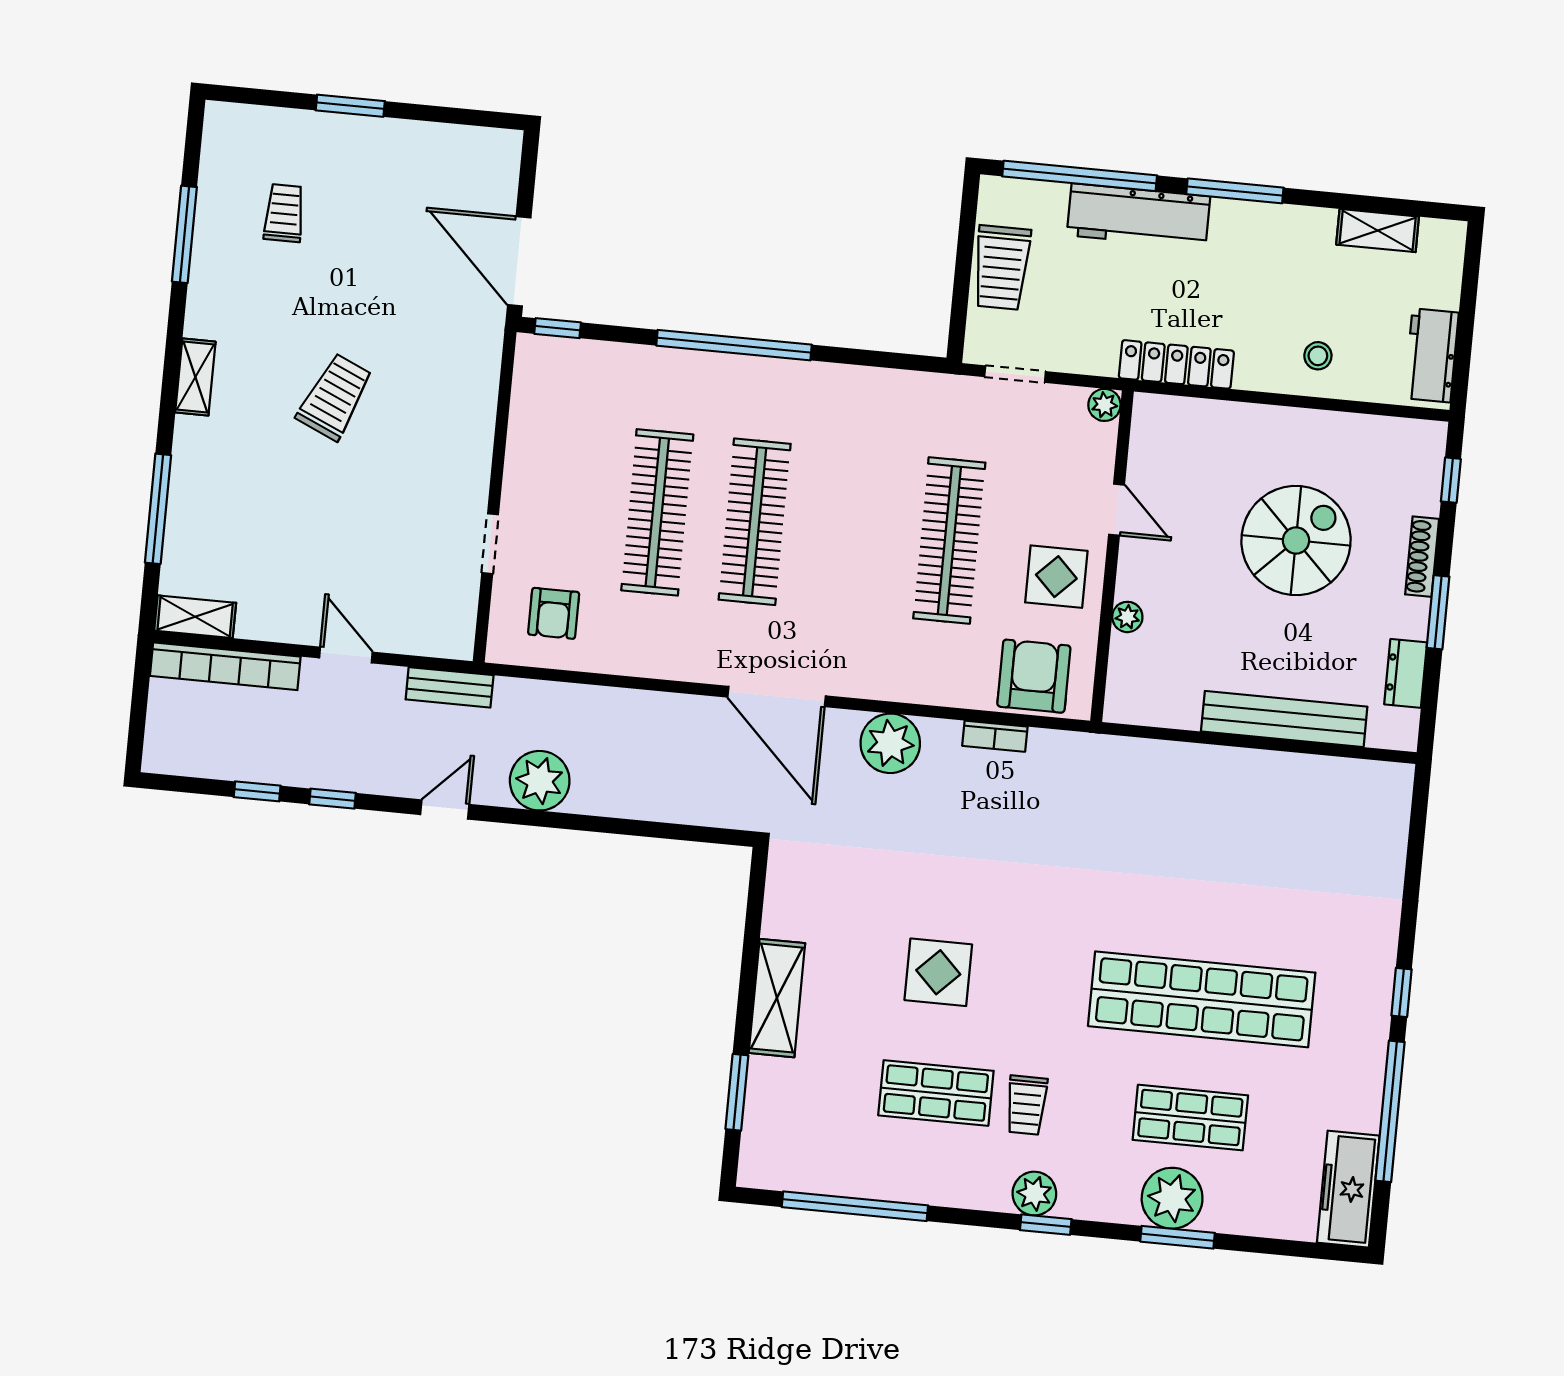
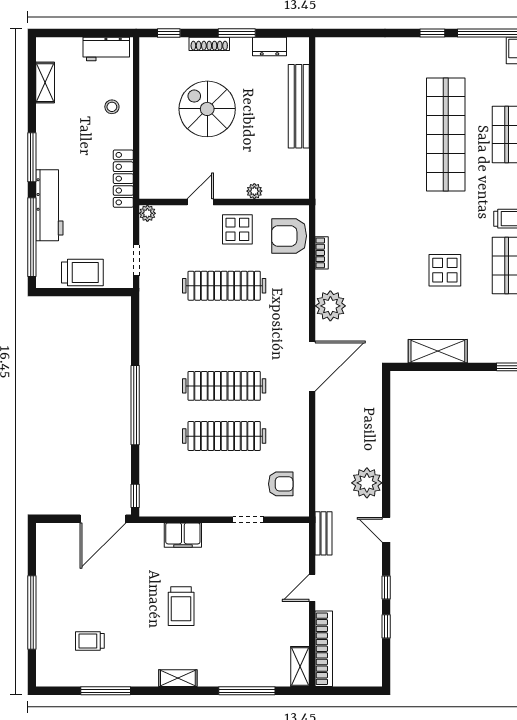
window: (350, 106) -> (32, 613), width x2.11
trolley: (335, 397) -> (181, 606), turned -114
filing cabinet: (472, 414) -> (183, 535), added
shelving: (777, 998) -> (438, 351), moved

